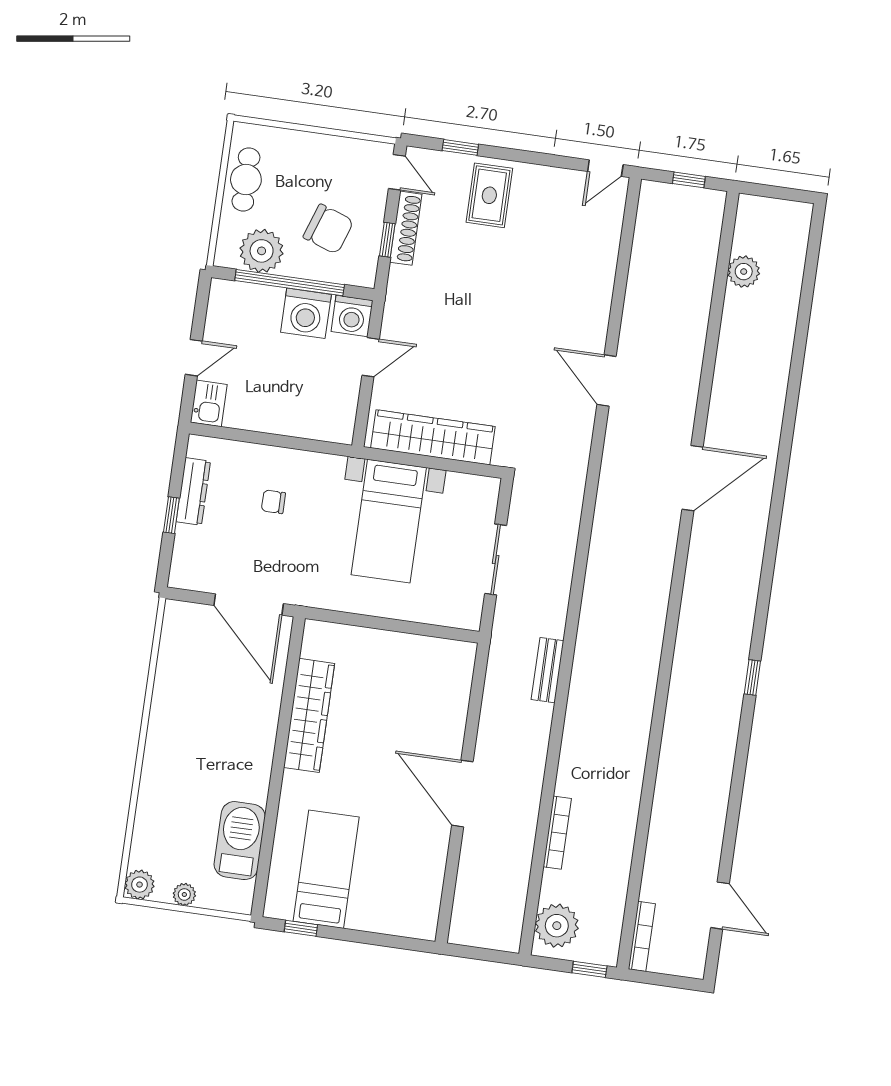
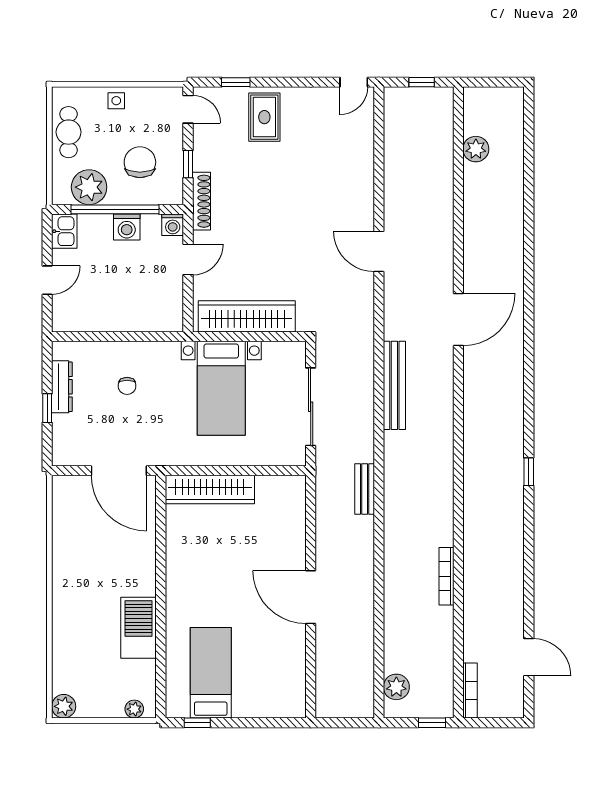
side table: (310, 149) -> (116, 101), added
shoe rack: (406, 228) -> (202, 201), moved
chair: (328, 229) -> (140, 162), turned -109
washing machine: (306, 313) -> (127, 227), width x0.73, depth x0.73
washing machine: (352, 316) -> (173, 225), width x0.73, depth x0.73
kitchen sink: (209, 403) -> (64, 231), moved
chair: (273, 502) -> (127, 386), turned -90
bench: (602, 548) -> (394, 385), added
sliding door: (496, 560) -> (311, 407), width x1.37
wardrobe: (309, 715) -> (210, 490), moved, turned 90
bookcase: (557, 833) -> (446, 576), moved, turned 180
barbecue: (240, 841) -> (139, 628), moved
plant: (184, 894) -> (134, 709), moved
plant: (557, 926) -> (396, 687), width x0.73, depth x0.73

